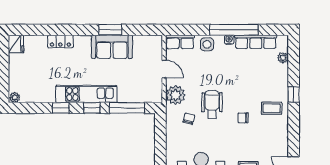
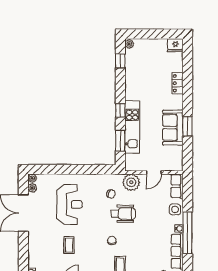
kitchen unit: (86, 94) -> (132, 127), moved
window: (61, 108) -> (120, 61), moved
window: (127, 108) -> (120, 141), width x0.69

